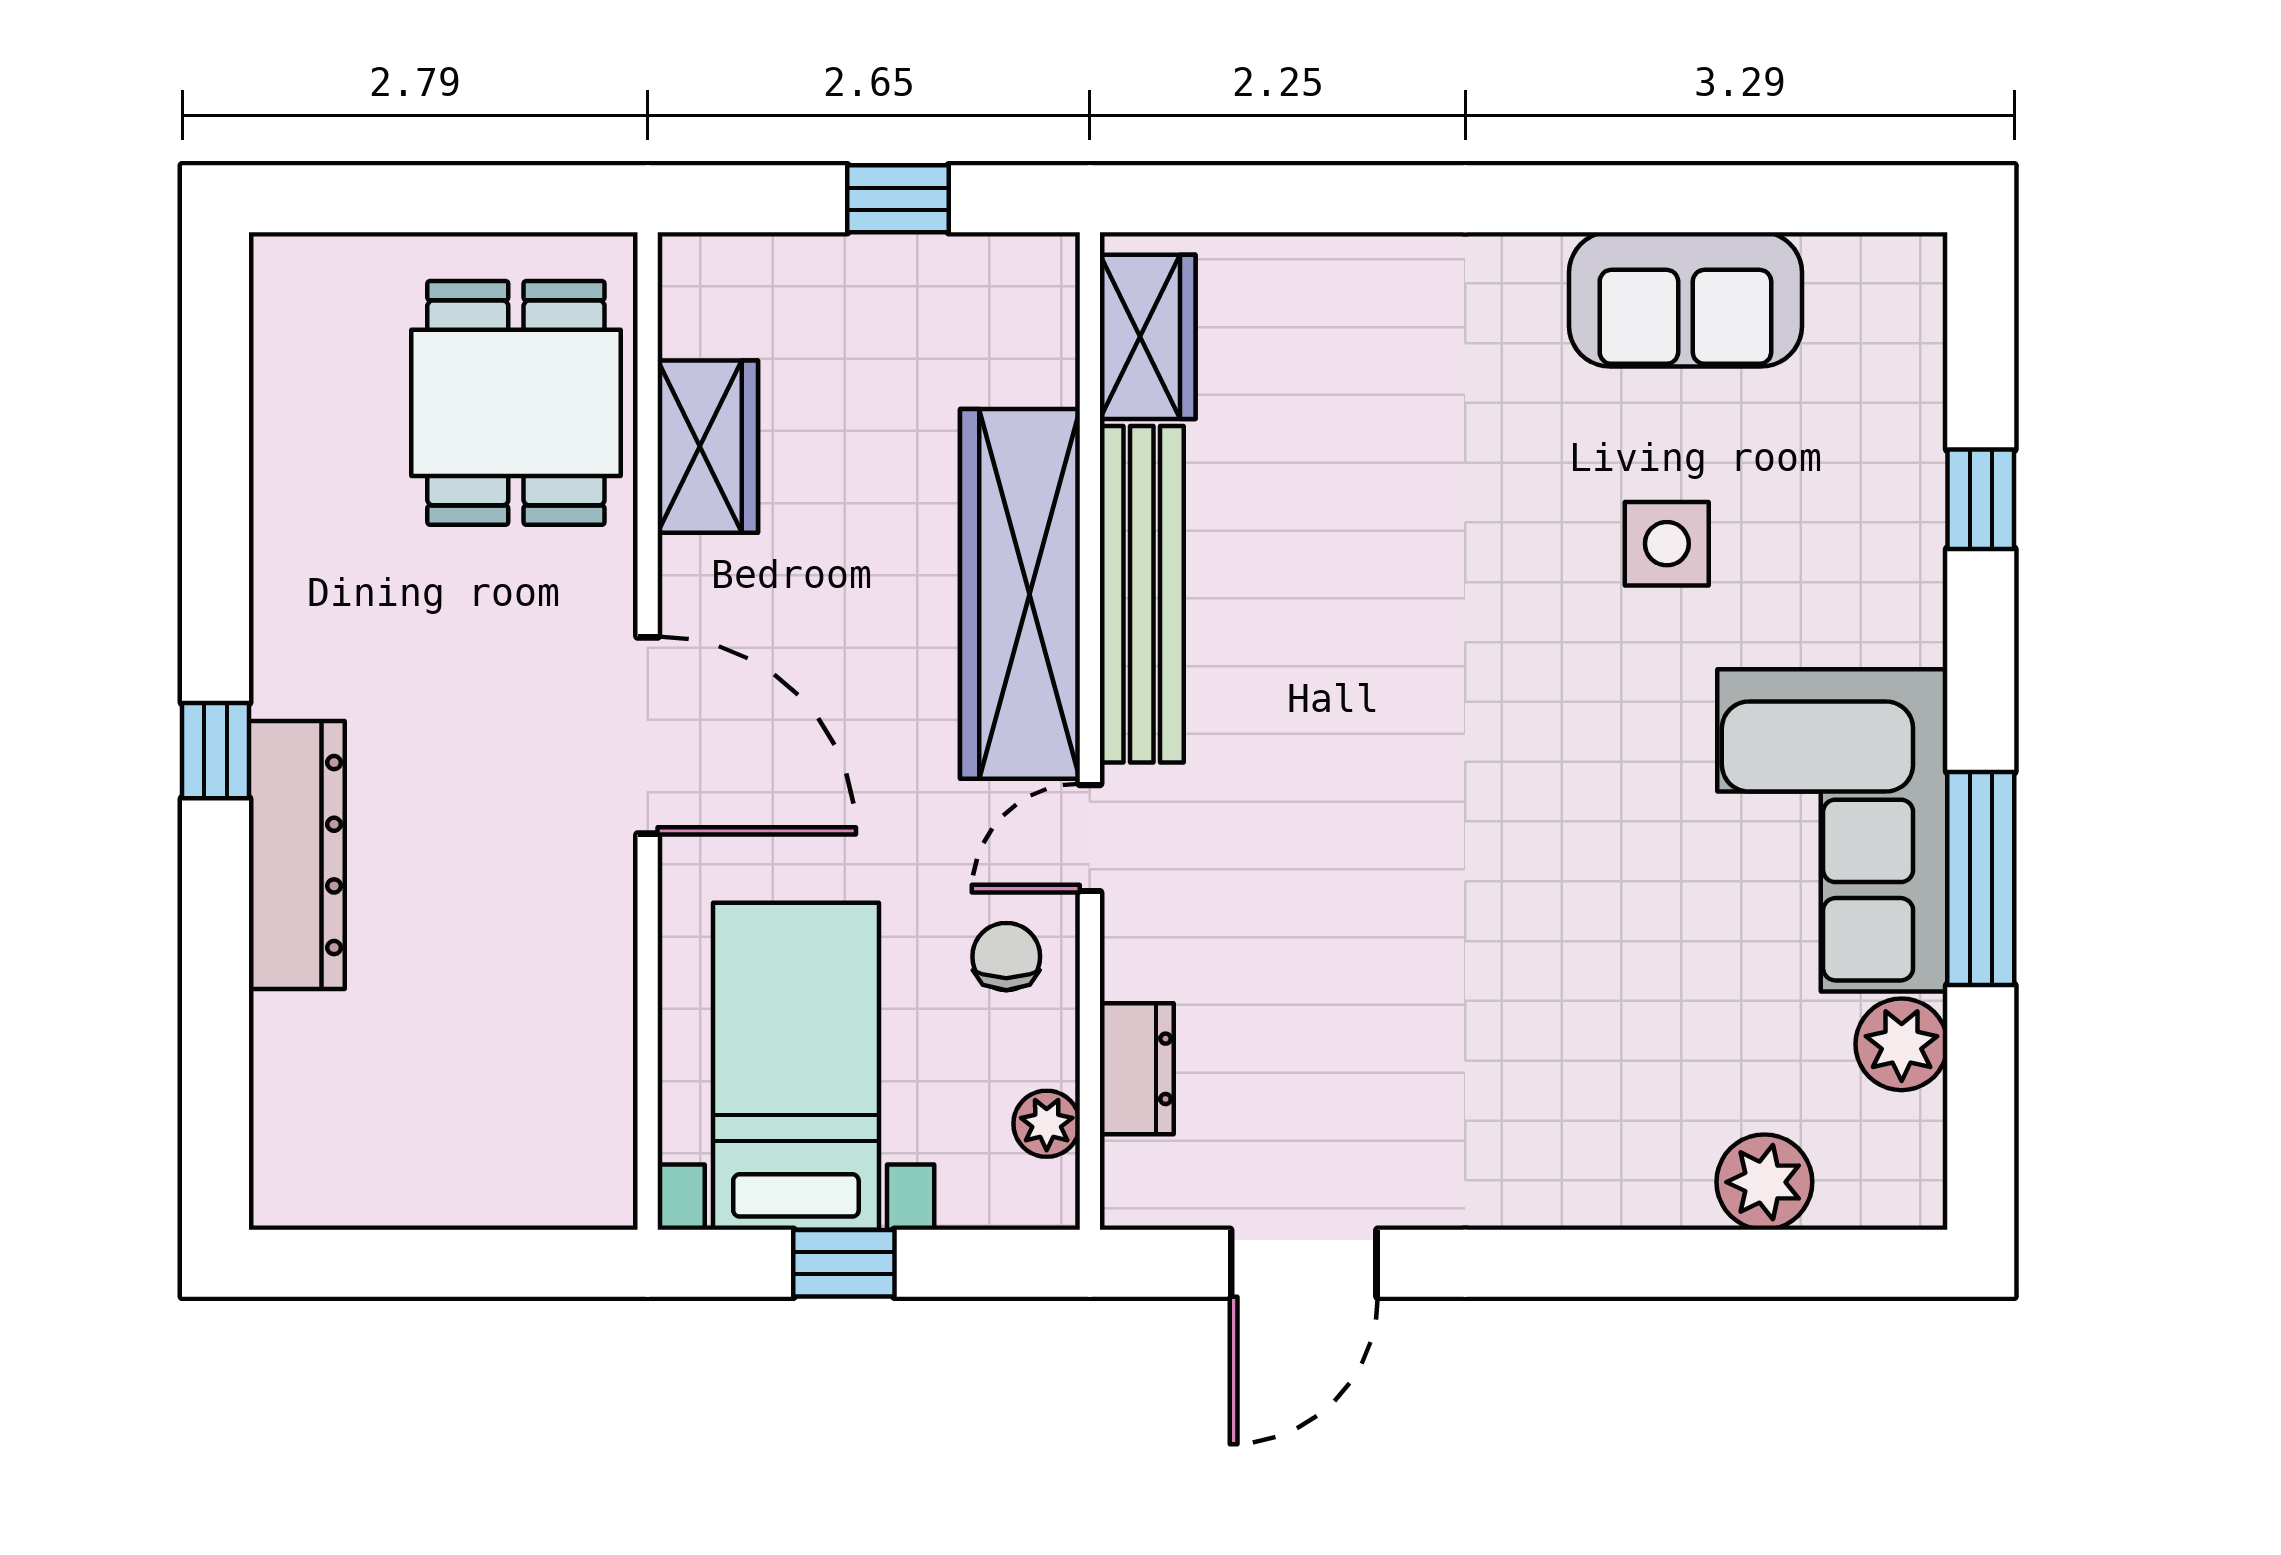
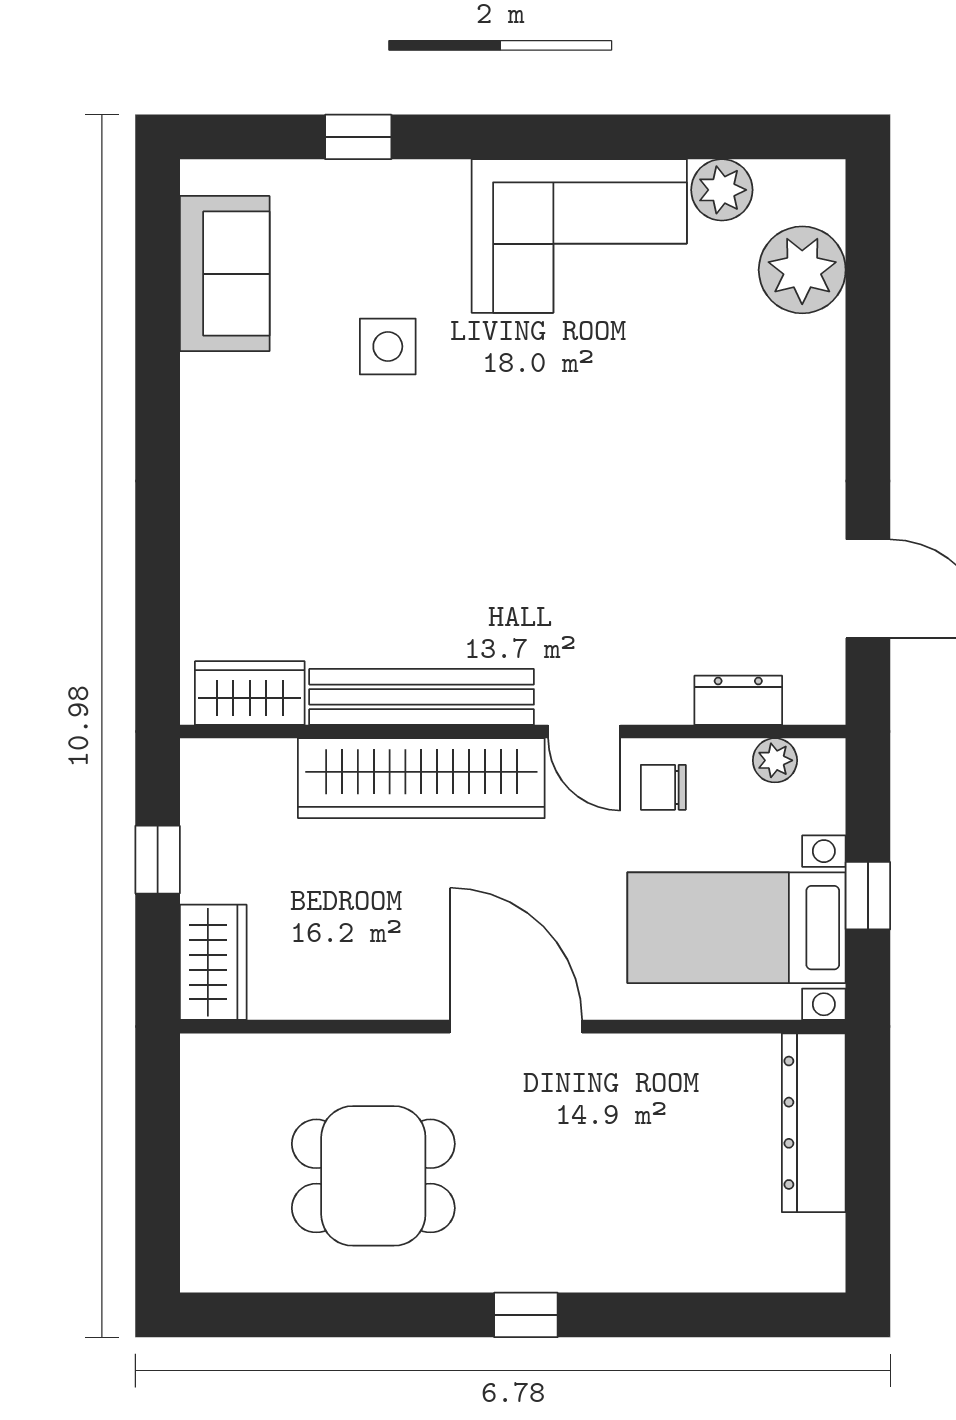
sofa: (1685, 299) -> (225, 274), moved
dining table: (516, 403) -> (373, 1176), moved
wardrobe: (708, 447) -> (213, 962), moved, turned 90
door: (648, 736) -> (516, 1027), hinge flipped
dresser: (297, 855) -> (814, 1123), moved, turned -90
window: (1981, 878) -> (611, 137), removed
plant: (1764, 1182) -> (802, 270), width x1.36, depth x1.36

